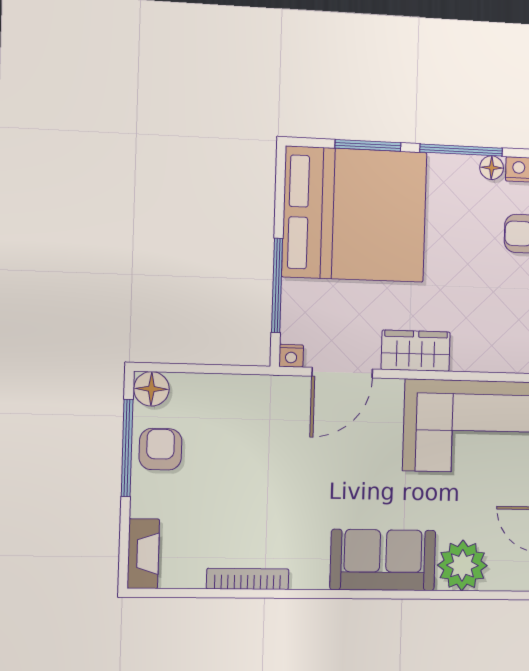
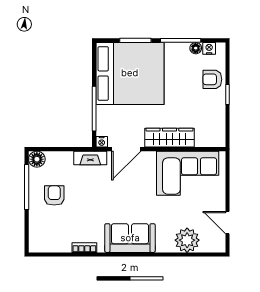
wardrobe: (416, 351) -> (169, 138), width x1.50
armchair: (160, 449) -> (54, 195), moved
fireplace: (143, 554) -> (90, 158), moved, turned 90
sofa: (383, 560) -> (130, 238), moved
bookcase: (248, 579) -> (84, 248), width x0.64

